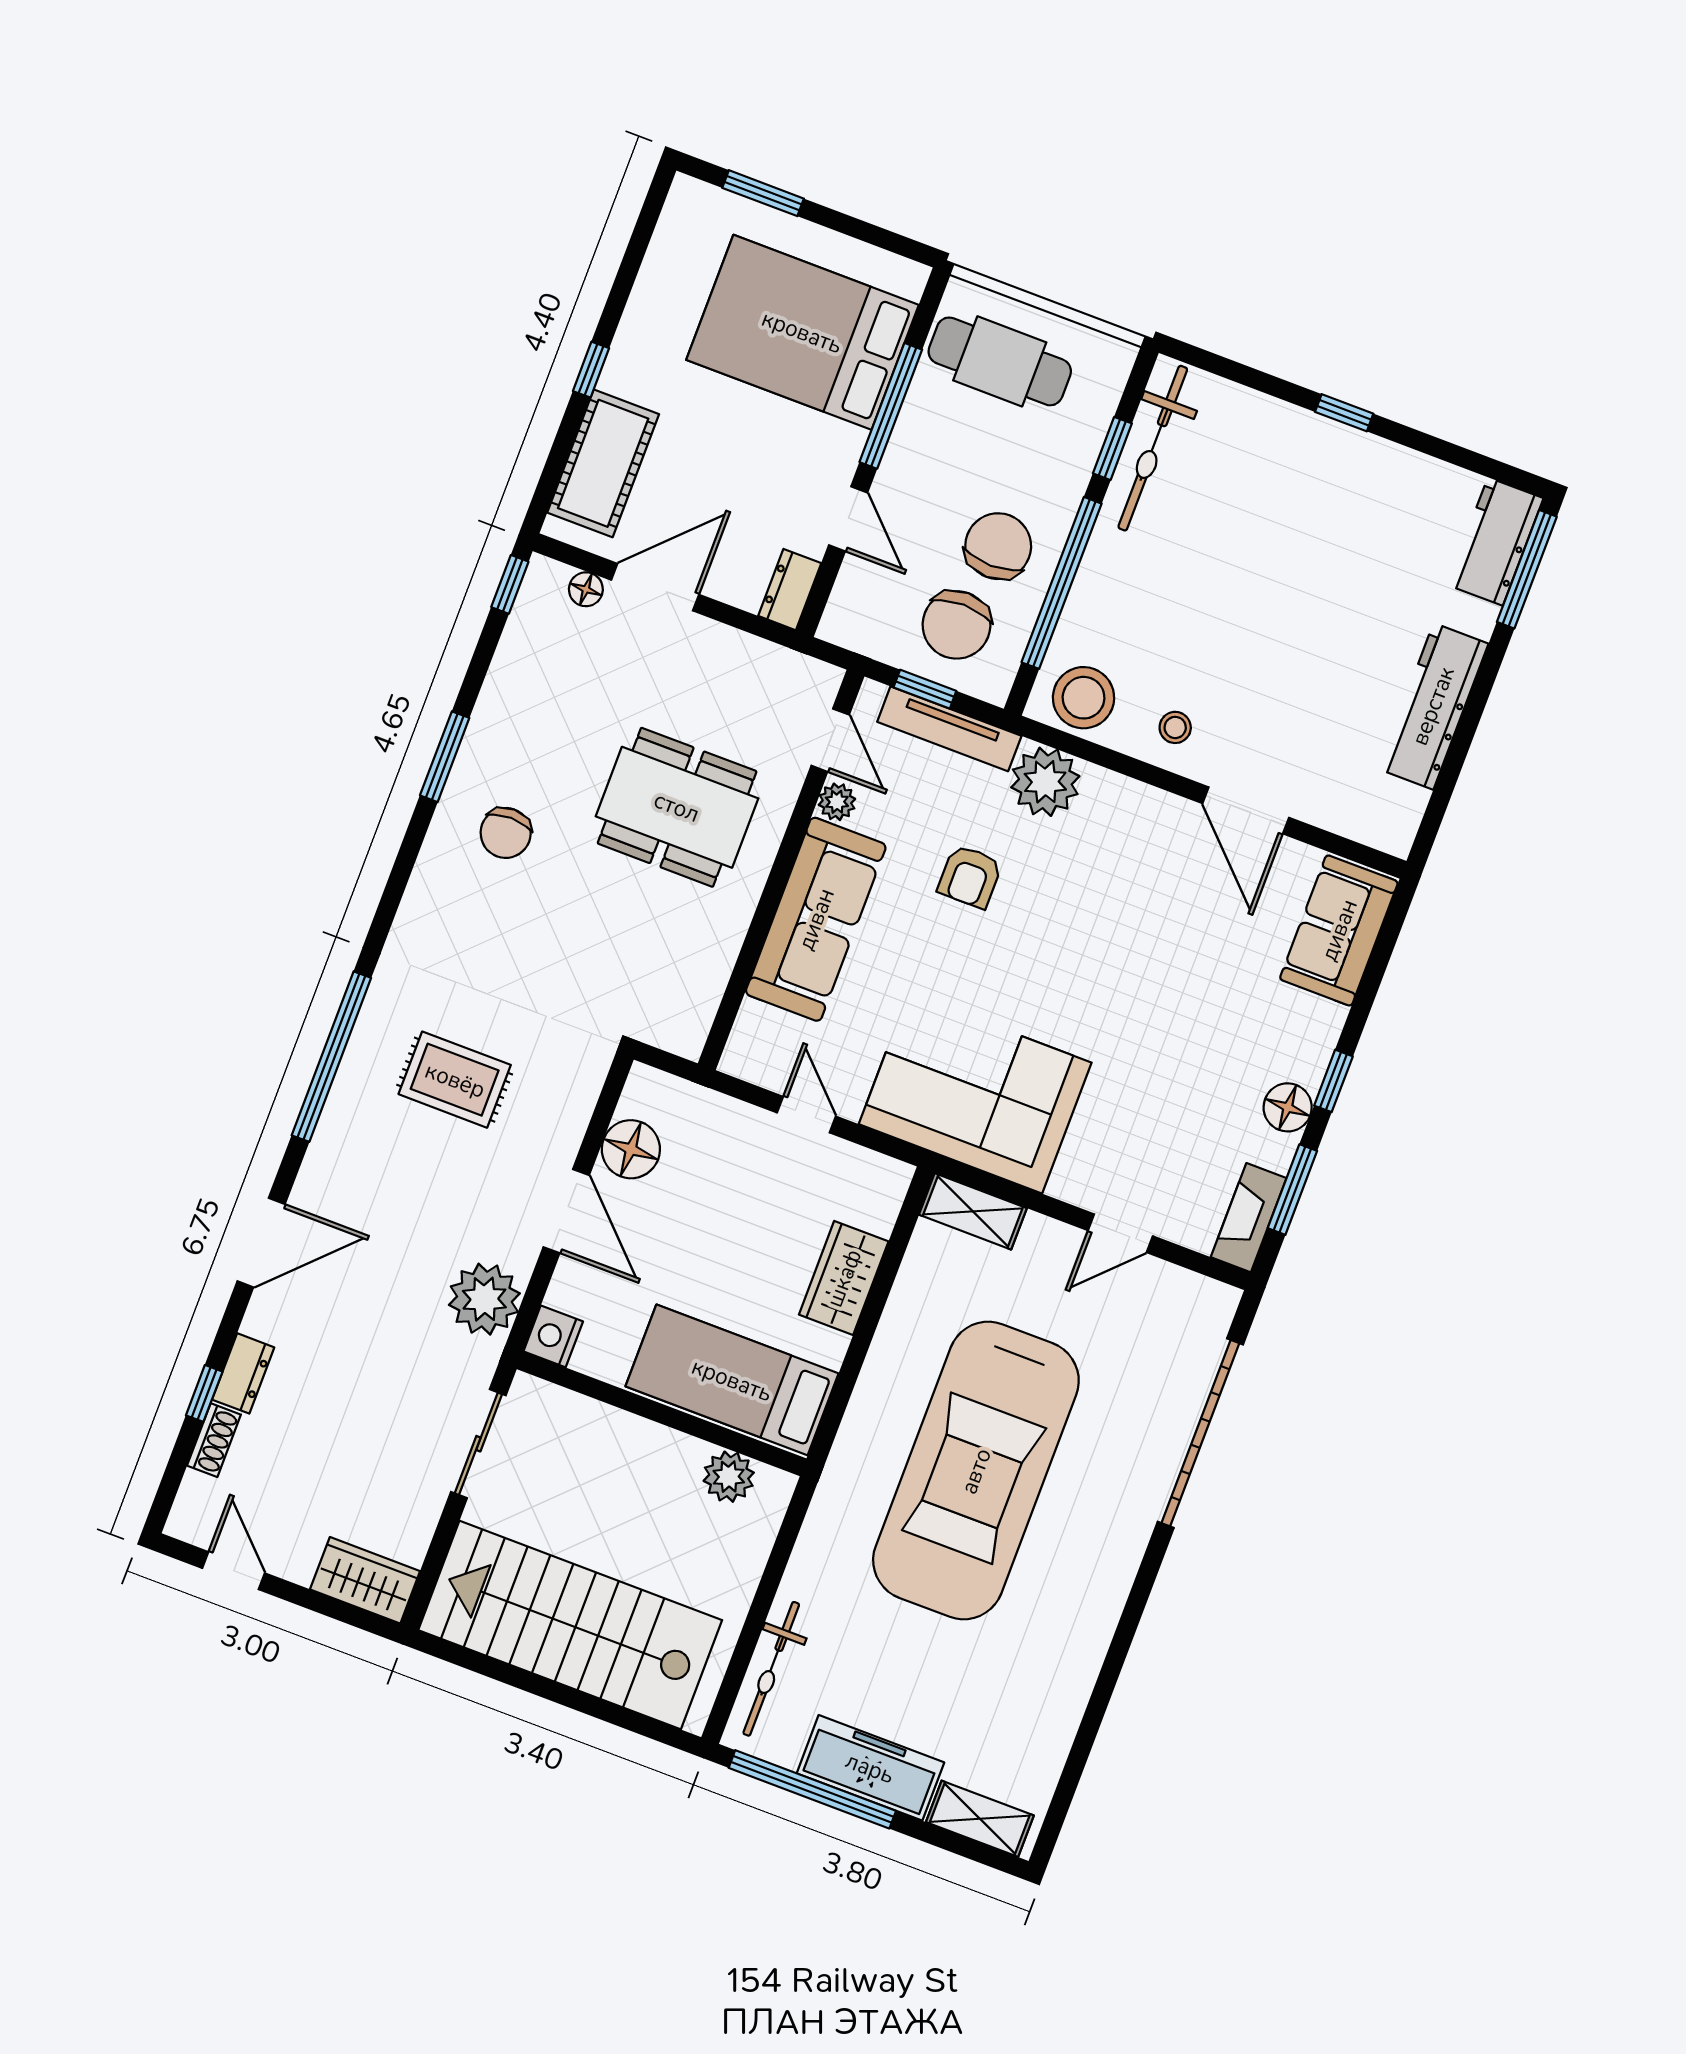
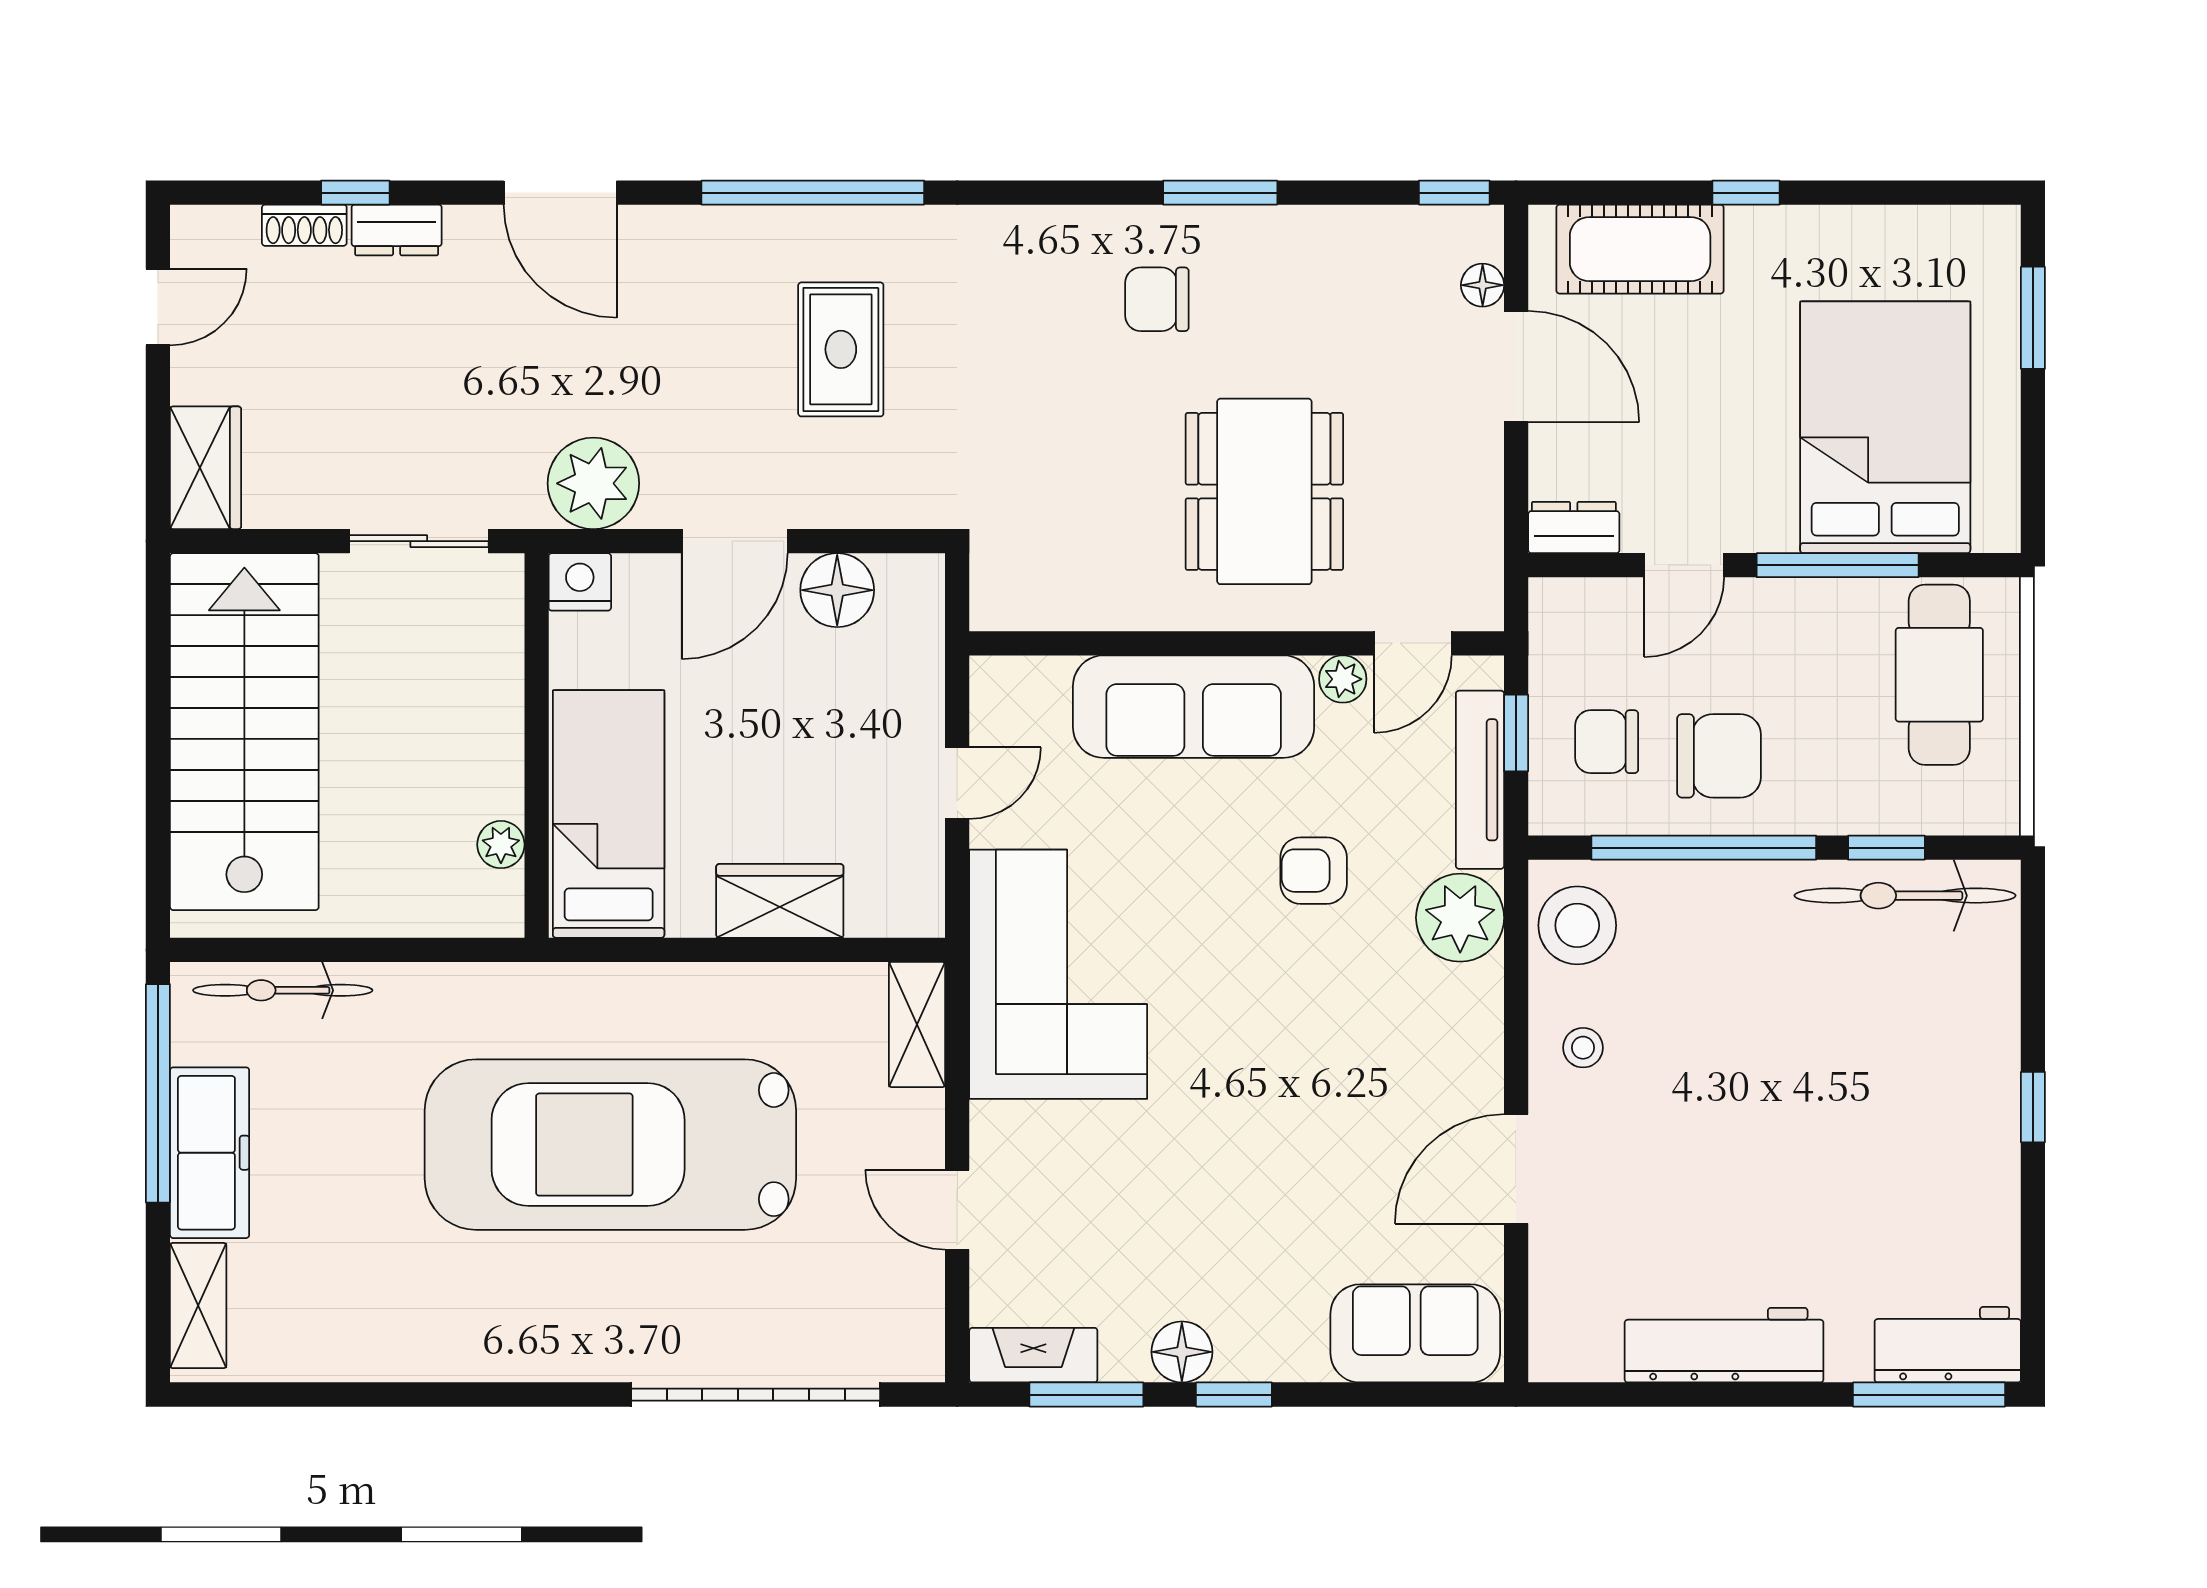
chair: (957, 625) -> (1607, 742), width x0.73, depth x0.73
plant: (729, 1477) -> (501, 845), width x0.73, depth x0.73

